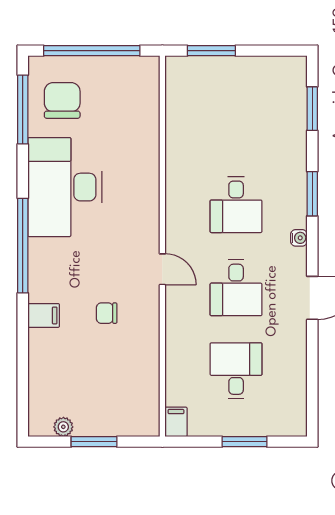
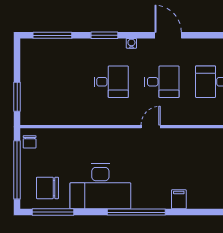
window: (312, 109) -> (52, 35), width x1.44
chair: (107, 313) -> (30, 142), moved

